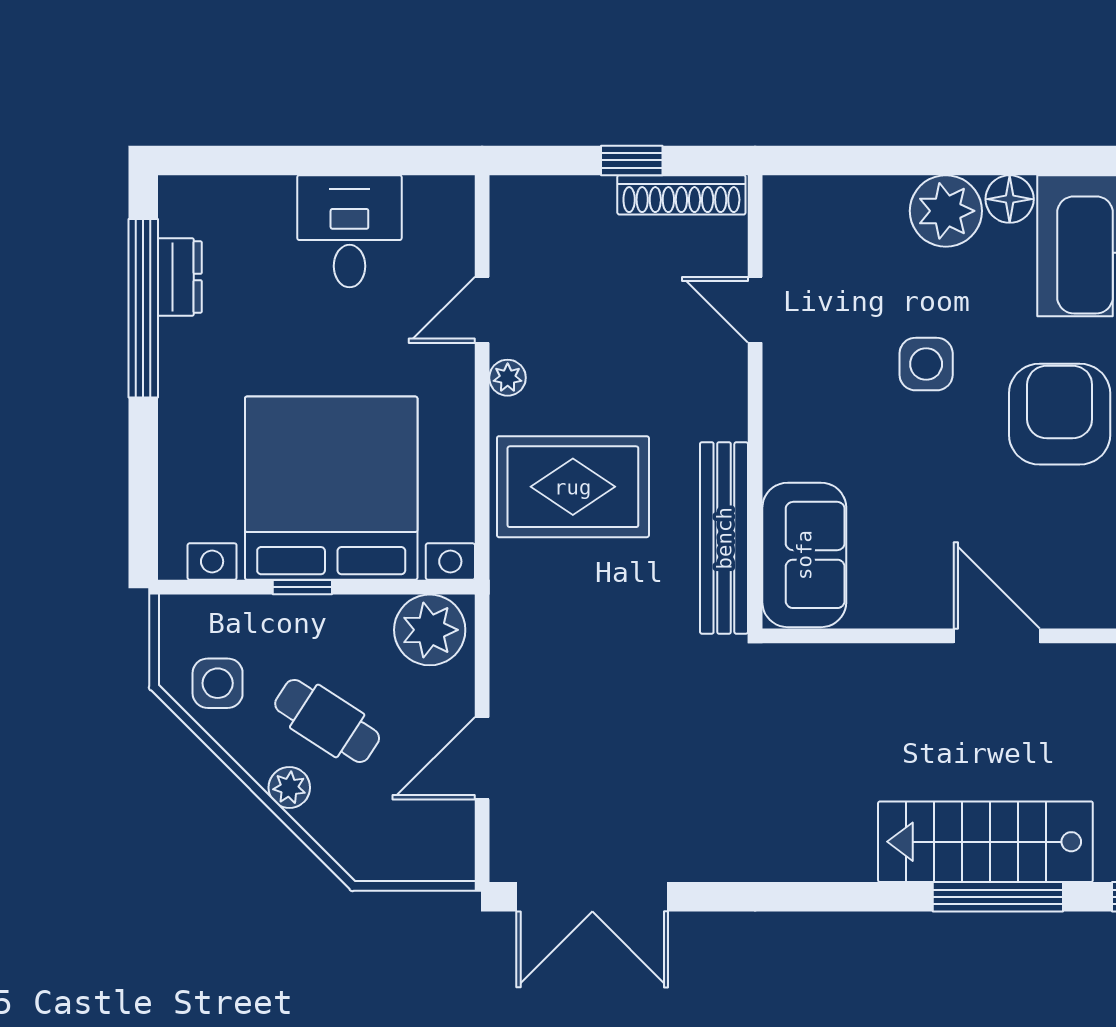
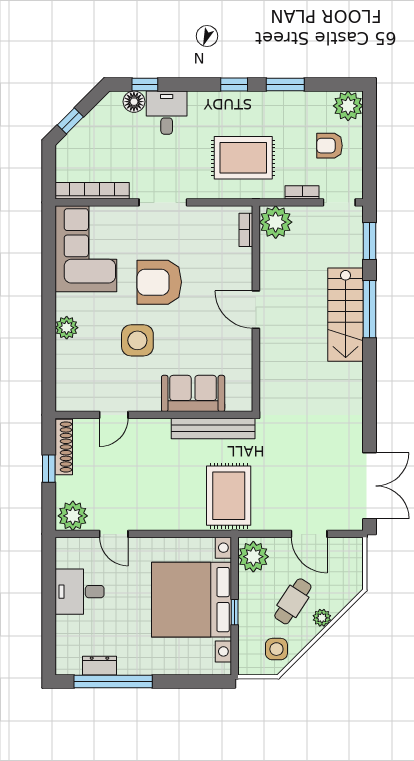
floor lamp: (1010, 199) -> (66, 304), removed
plant: (946, 211) -> (67, 328), width x0.73, depth x0.73
side table: (926, 364) -> (137, 340), width x1.37, depth x1.37
plant: (508, 378) -> (73, 516), moved, width x1.88, depth x1.88
rug: (573, 487) -> (229, 496), moved
sofa: (804, 555) -> (193, 393), moved
door: (997, 636) -> (256, 310), hinge flipped

